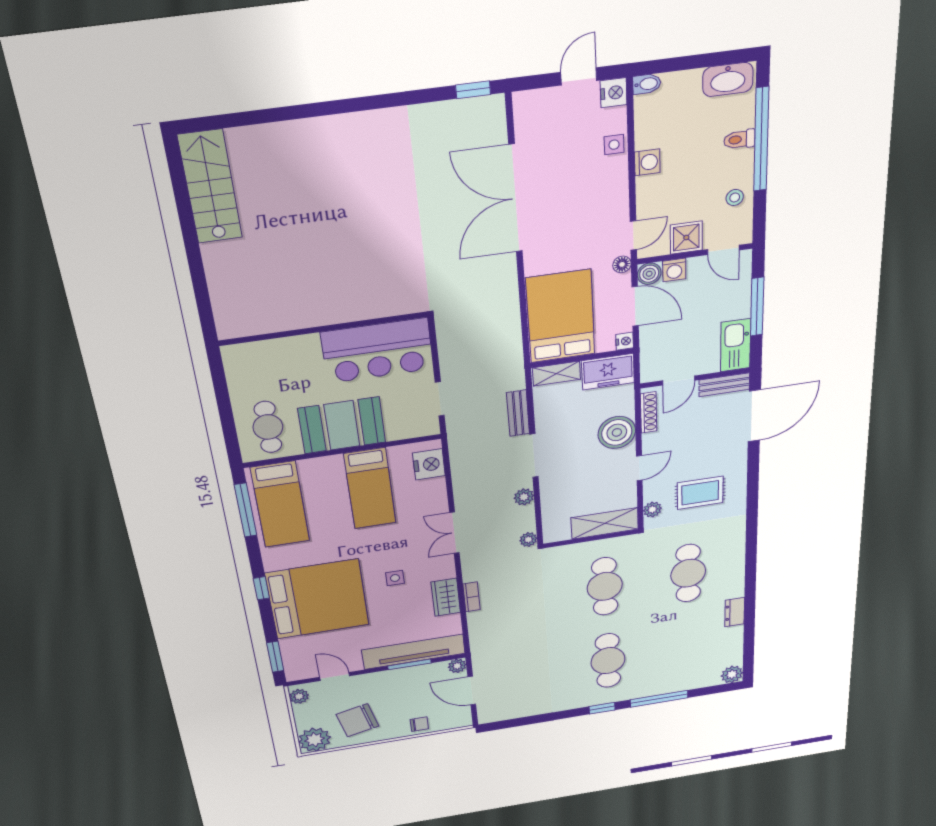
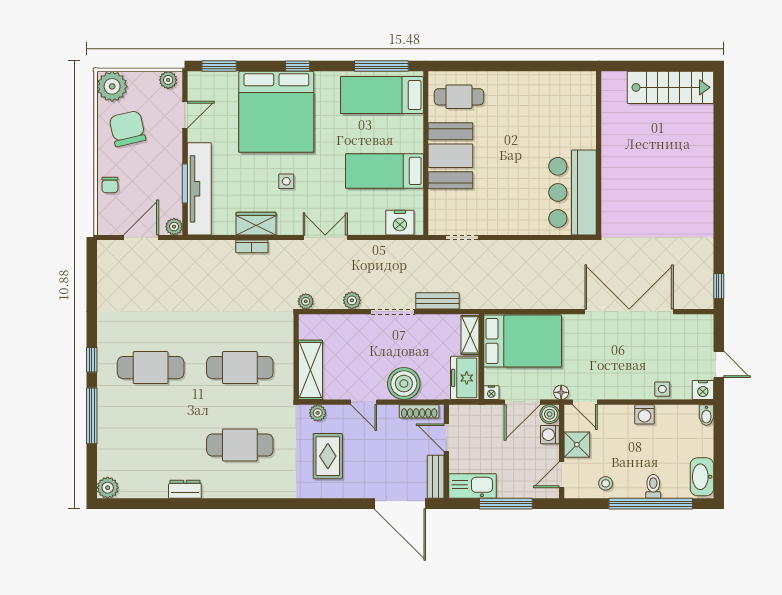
wall: (324, 329) -> (599, 153), moved
bar counter: (377, 351) -> (573, 192), moved

